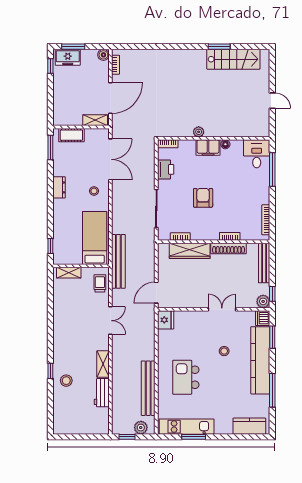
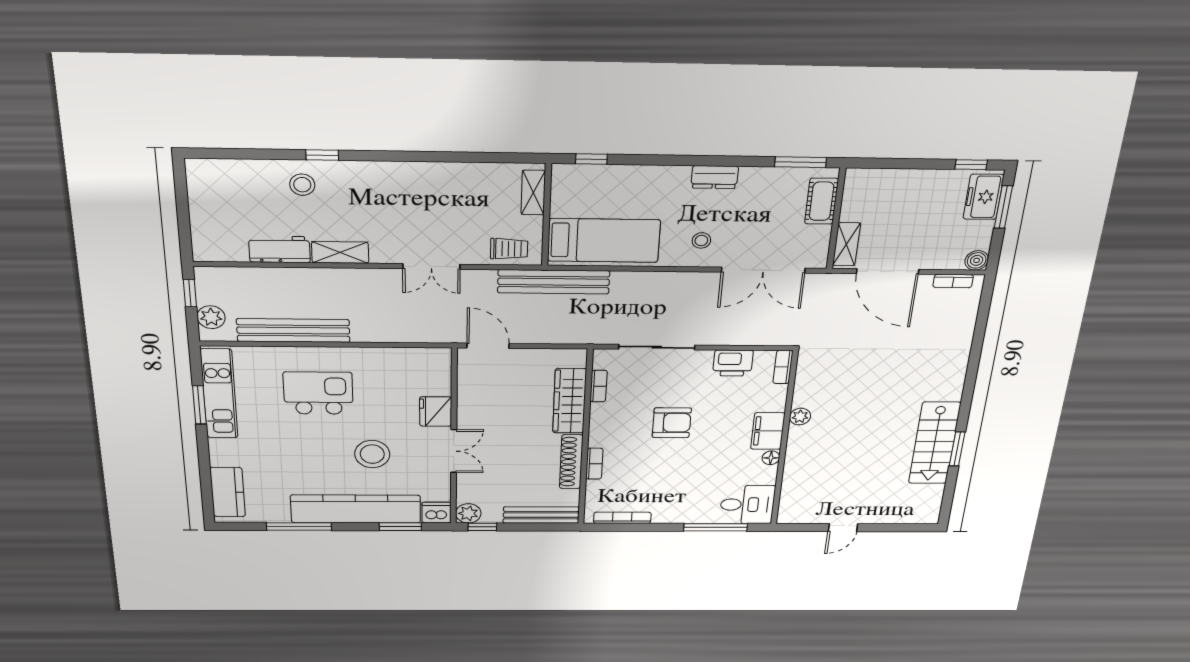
stairs: (233, 59) -> (935, 443), moved
fridge: (166, 320) -> (436, 412), moved, turned 90
stool: (224, 351) -> (372, 454), width x1.89, depth x1.89

